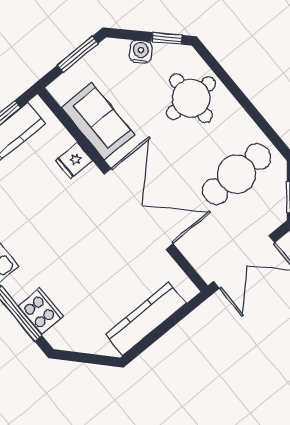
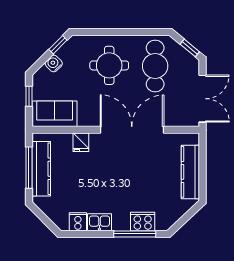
window: (78, 54) -> (29, 96), width x0.67
round table: (191, 98) -> (109, 65), moved
sofa: (98, 121) -> (55, 114), moved

